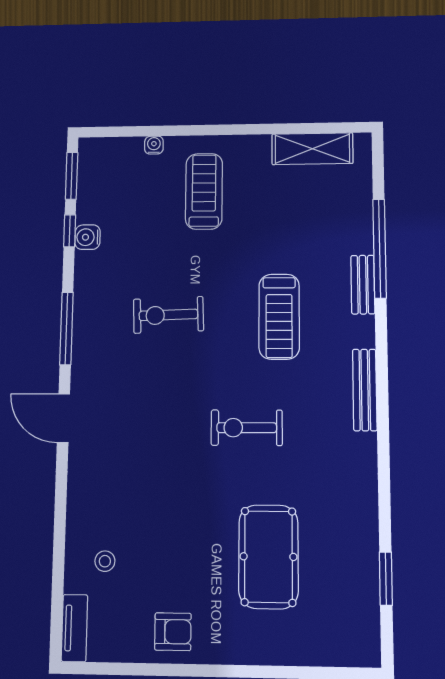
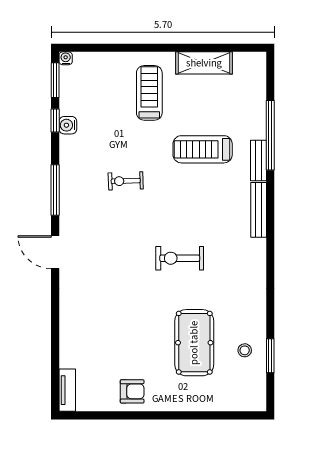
water cooler: (154, 145) -> (66, 58), moved
shelving: (312, 149) -> (204, 63), moved
exercise bike: (168, 315) -> (126, 181), width x0.73, depth x0.72
treadmill: (279, 317) -> (203, 149), moved, turned 90
bench: (365, 390) -> (259, 210), moved
stool: (105, 561) -> (245, 350), moved

